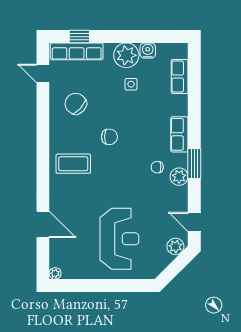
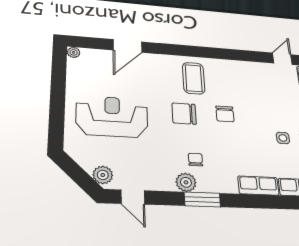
chair: (76, 104) -> (184, 114), moved, turned -133
row of seats: (179, 134) -> (258, 186), moved
door: (194, 222) -> (133, 197), swing flipped
reception desk: (119, 239) -> (112, 117), turned 180

